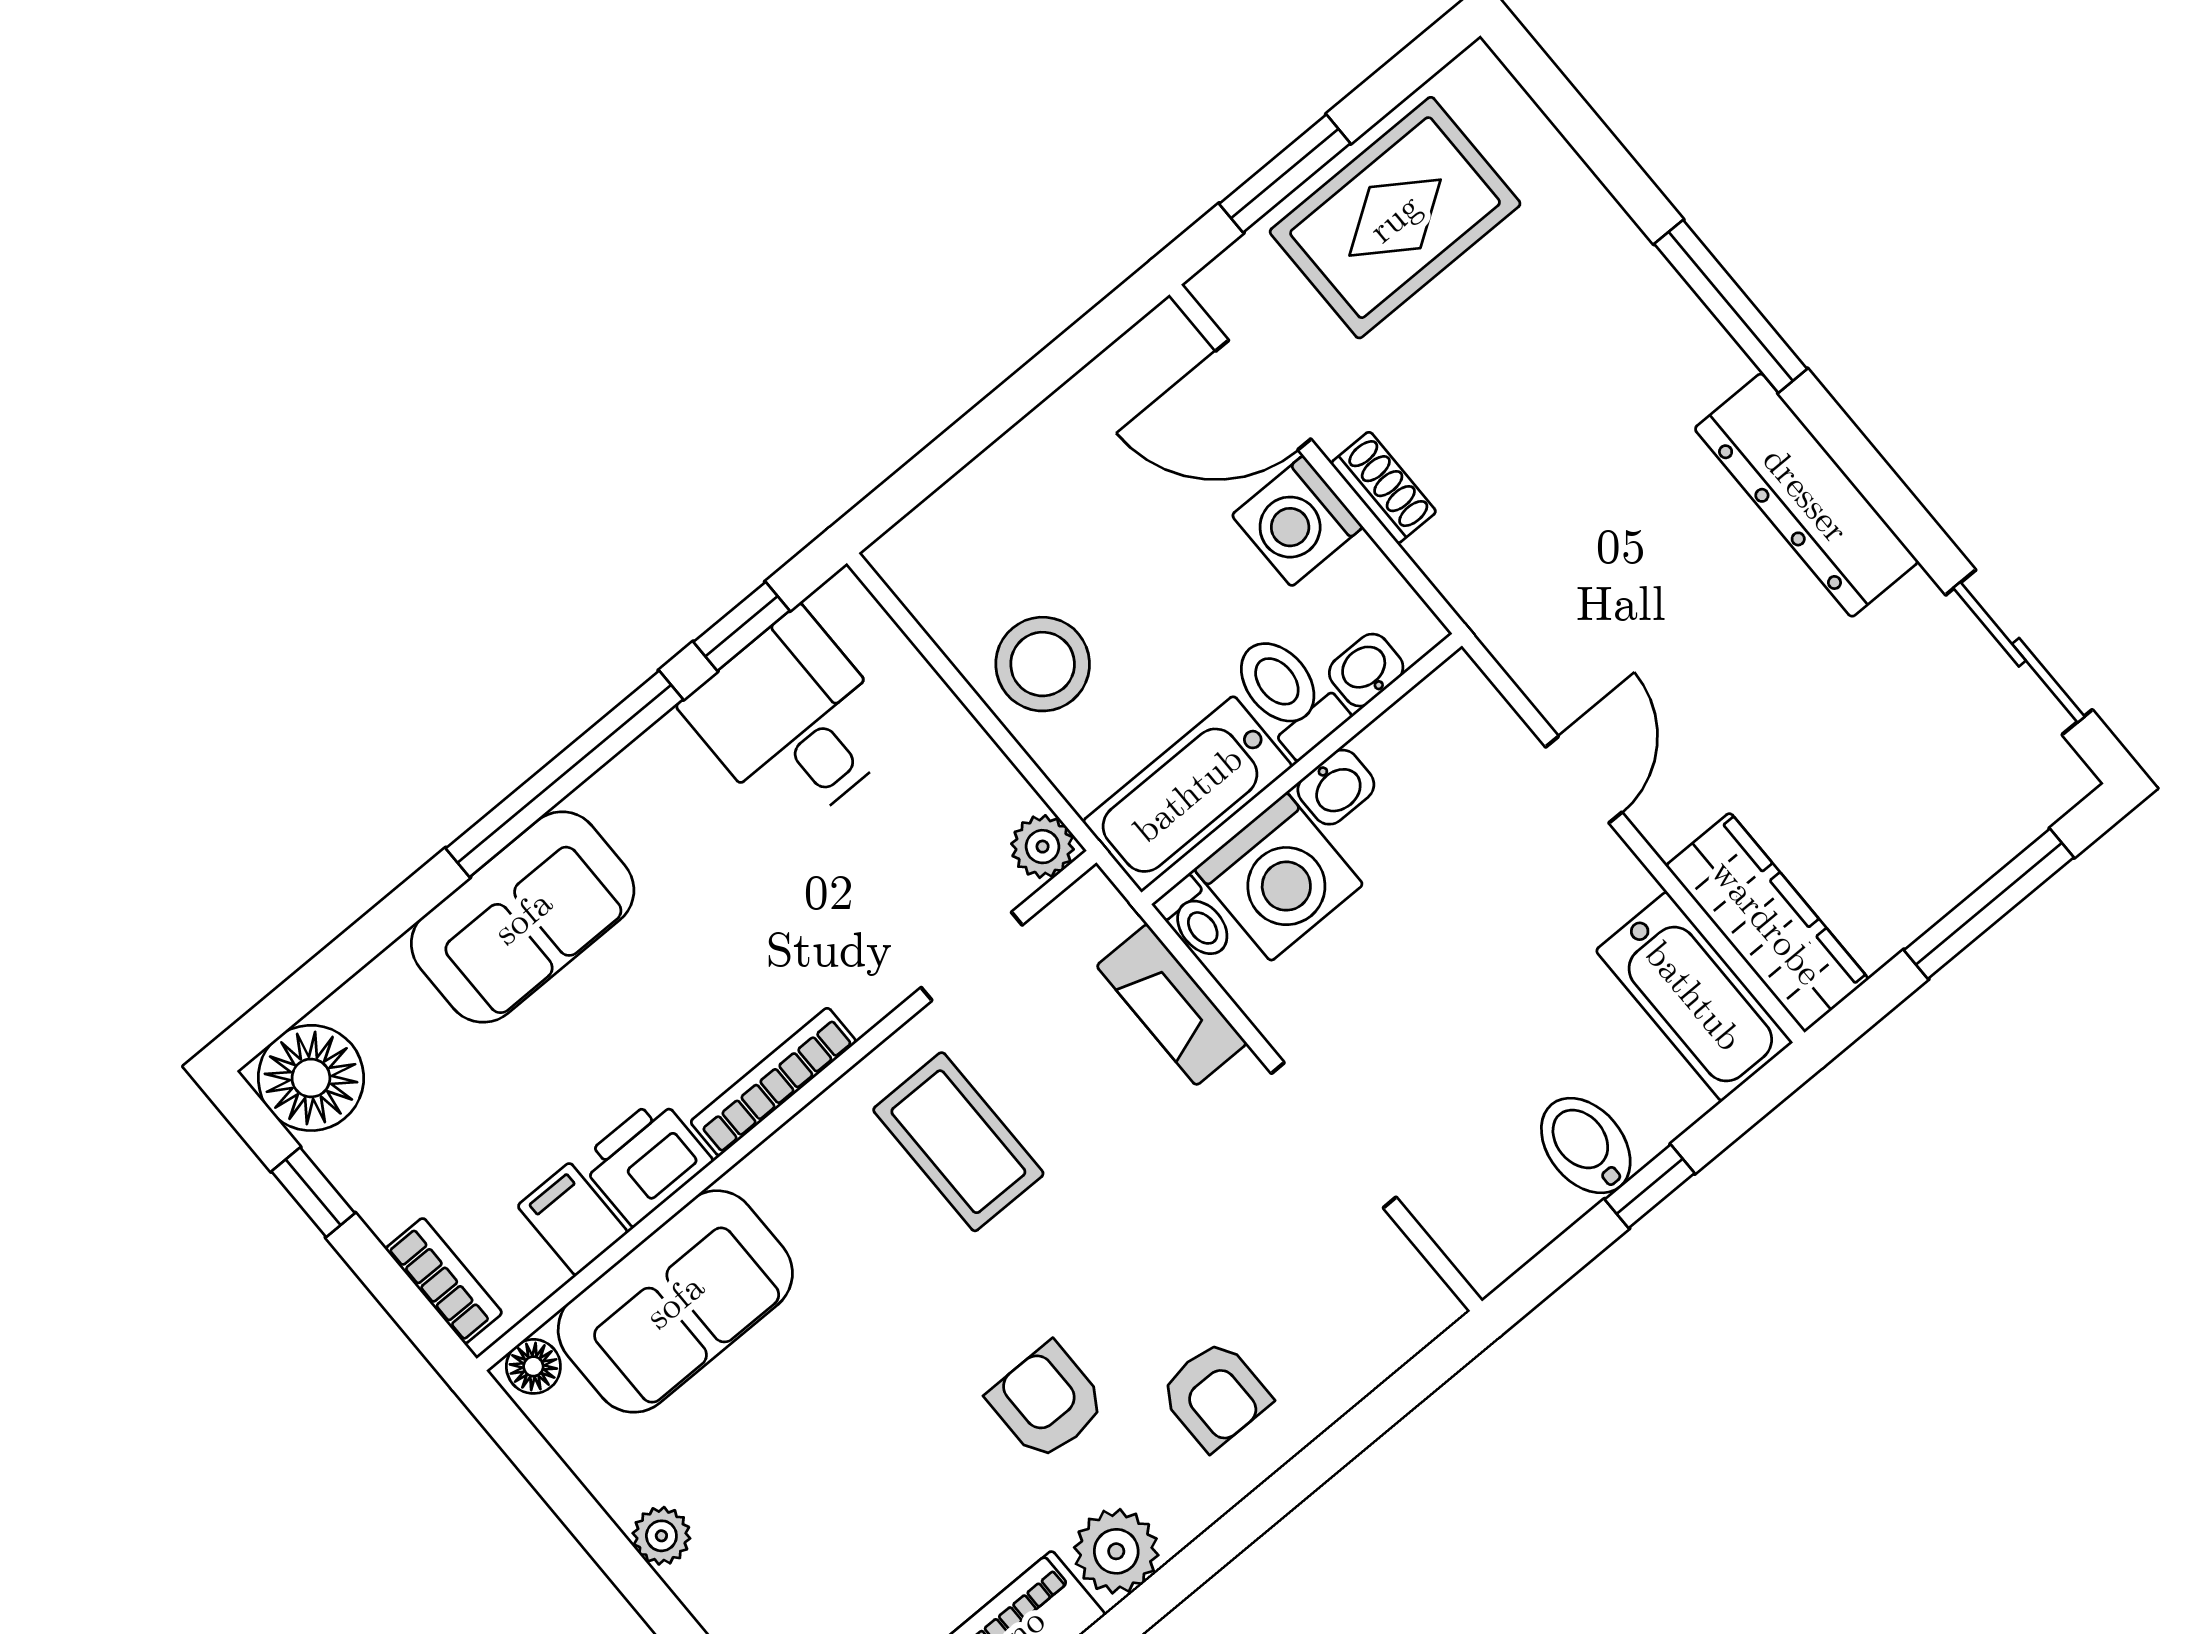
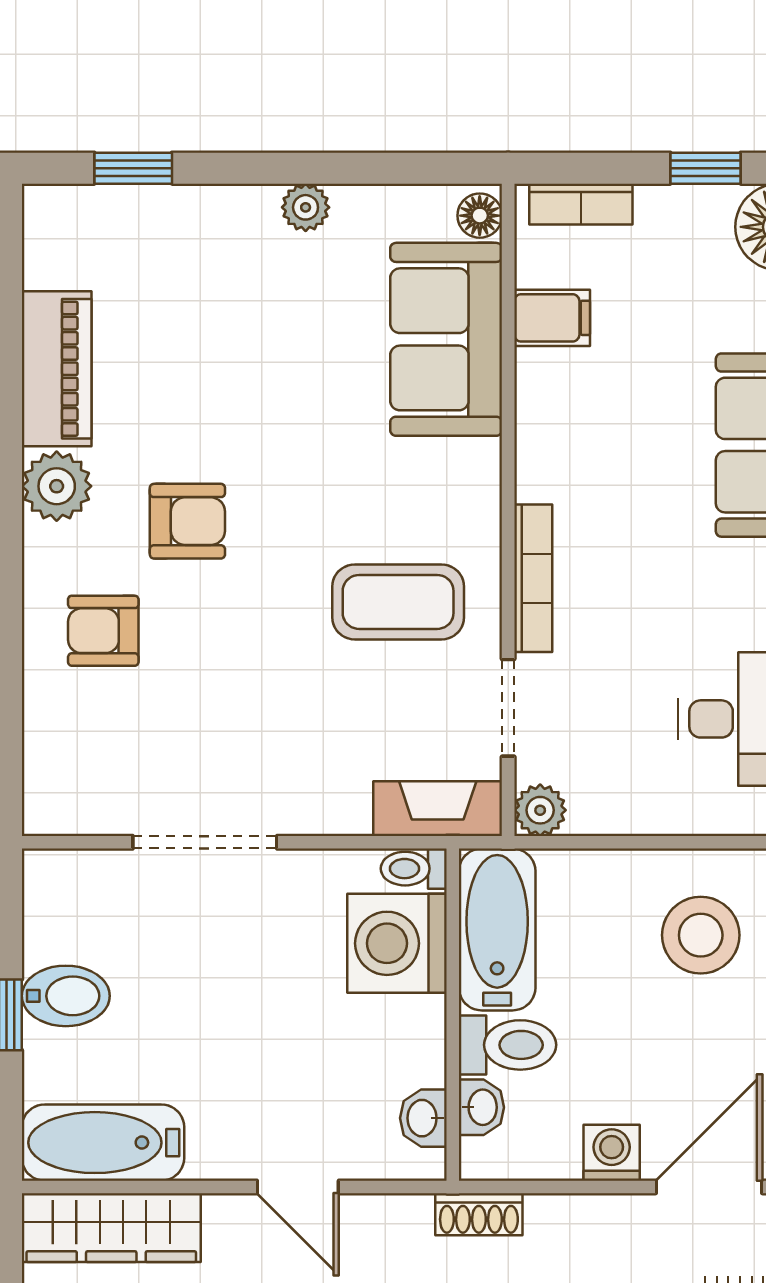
shoe rack: (1384, 488) -> (479, 1214), moved
washing machine: (1297, 521) -> (612, 1153), width x0.73, depth x0.73
stool: (1043, 664) -> (701, 935), moved
washbasin: (1336, 787) -> (423, 1118), moved
fireplace: (1172, 1005) -> (438, 809), moved
bookcase: (773, 1082) -> (533, 578), moved
printer: (646, 1161) -> (550, 394), removed

